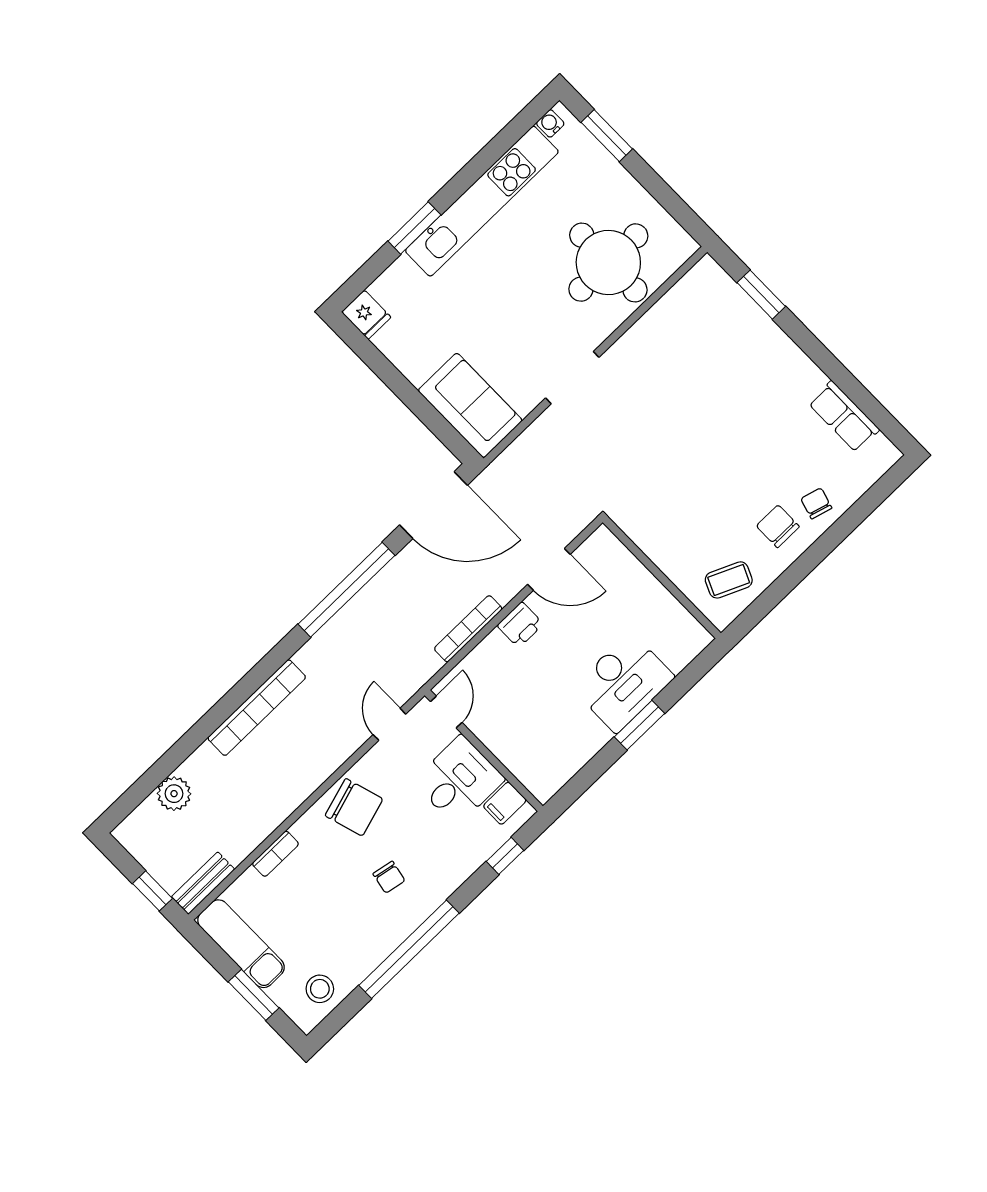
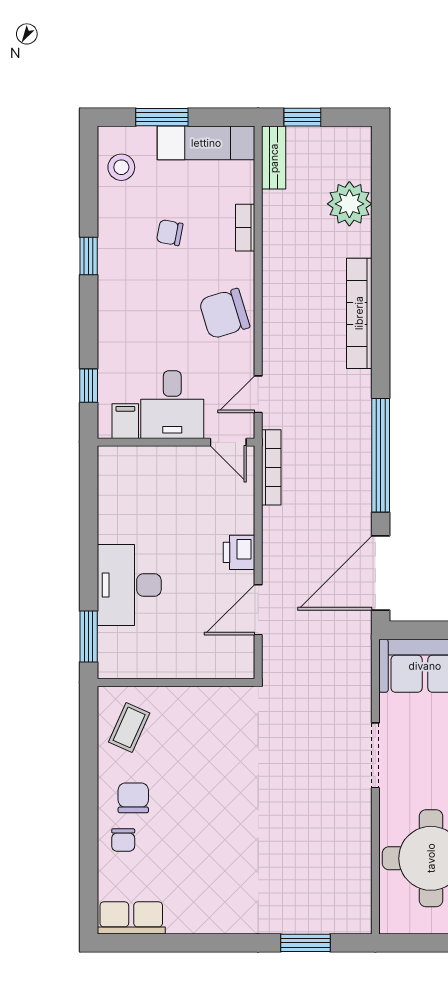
row of seats: (844, 416) -> (131, 918), moved
chair: (816, 503) -> (123, 840), turned 74
chair: (778, 526) -> (133, 798), turned -90
bookcase: (468, 629) -> (271, 467), moved
door: (389, 724) -> (258, 394), swing flipped
window: (639, 725) -> (89, 637), moved
plant: (174, 794) -> (349, 204), width x1.36, depth x1.36
chair: (389, 877) -> (170, 233), moved
window: (409, 949) -> (89, 256), width x0.32

